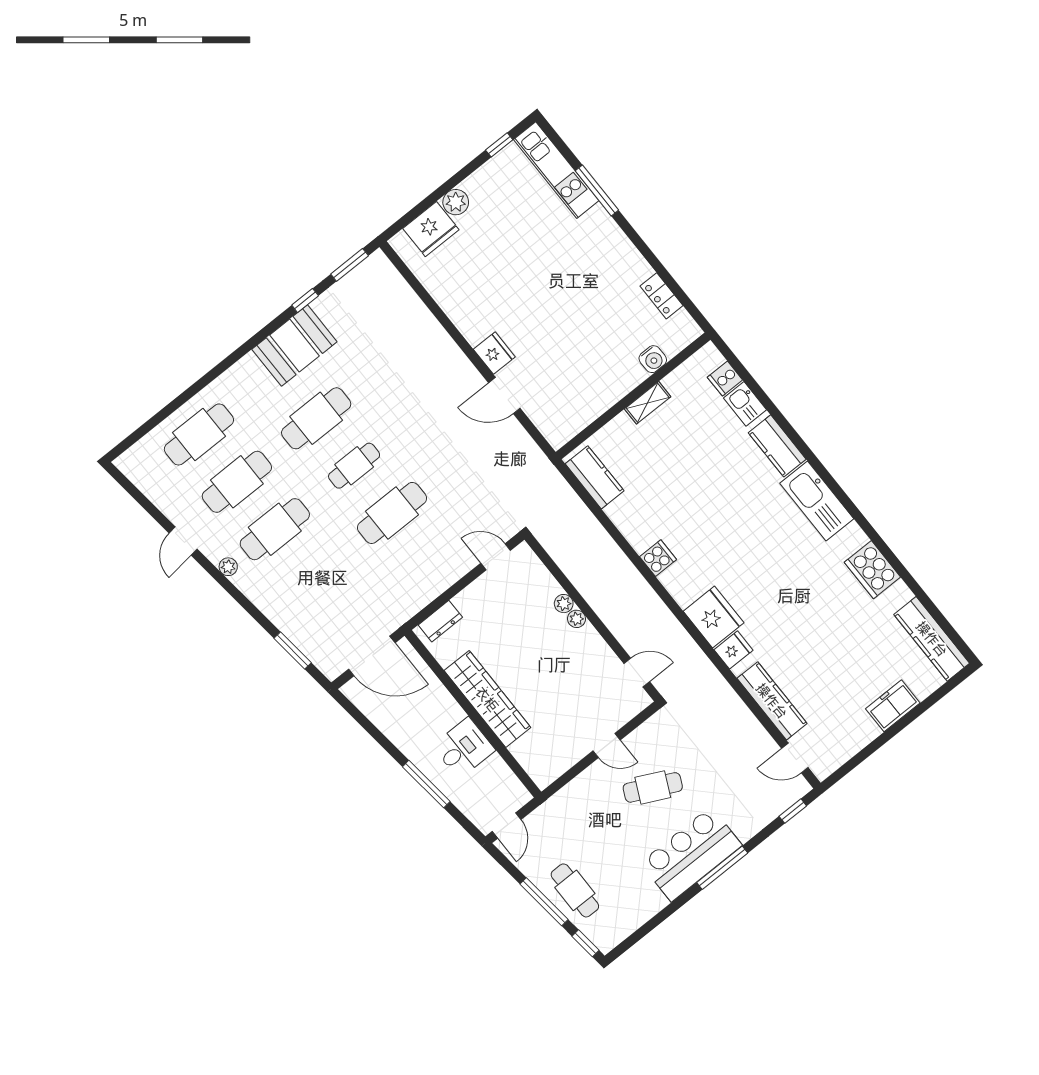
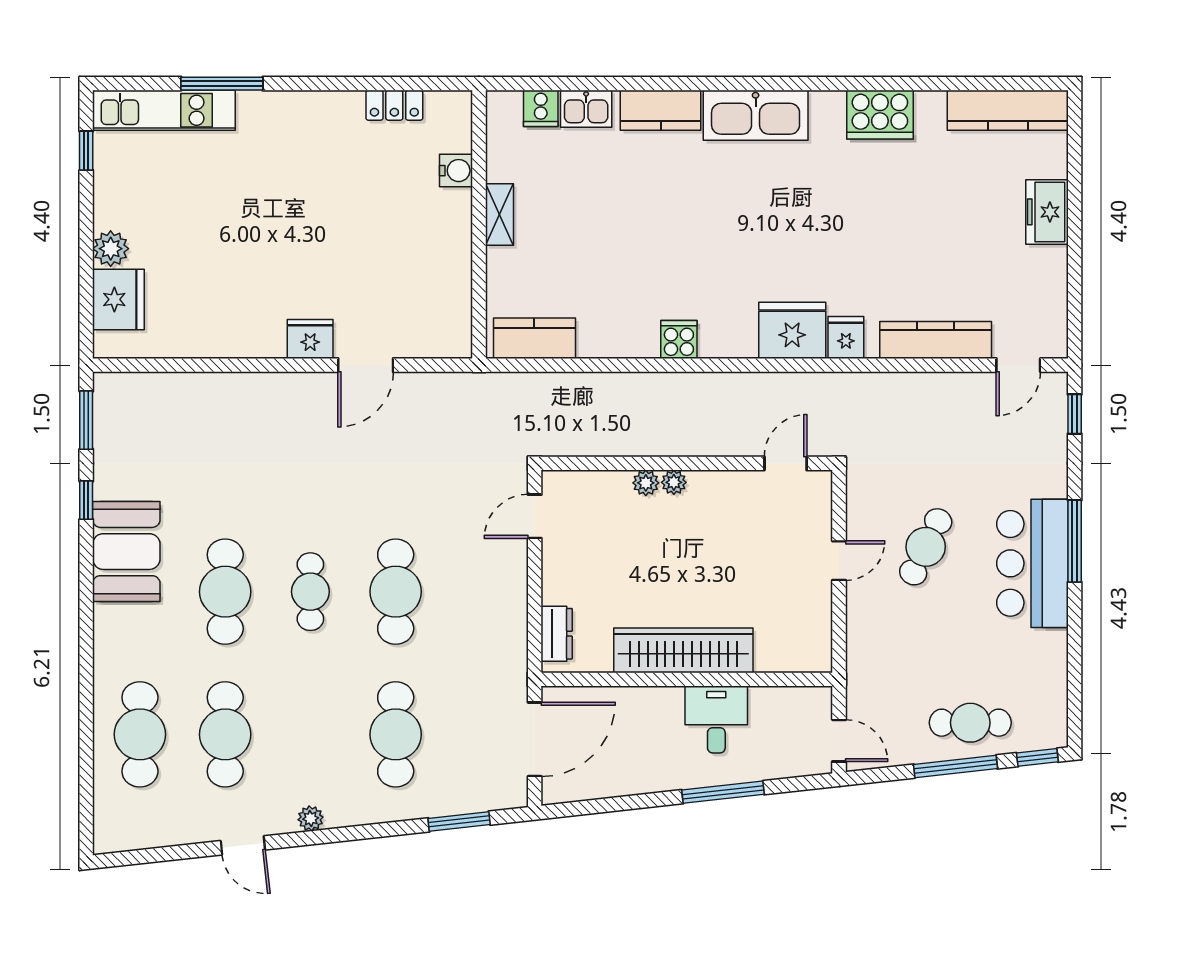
cafe table: (275, 529) -> (396, 734), moved

